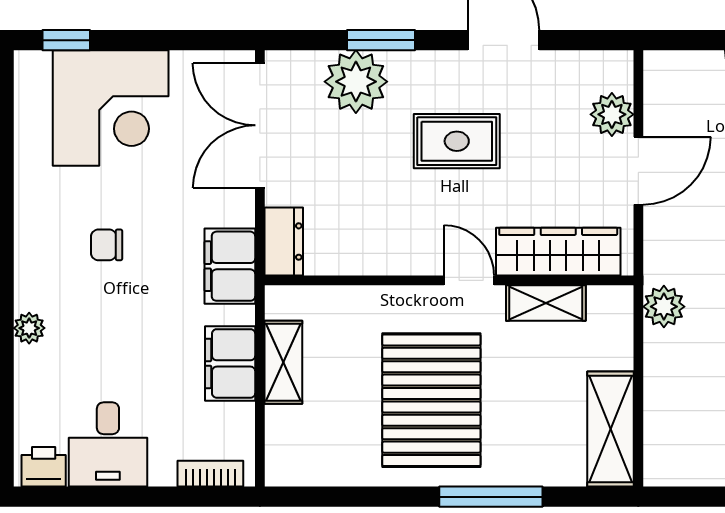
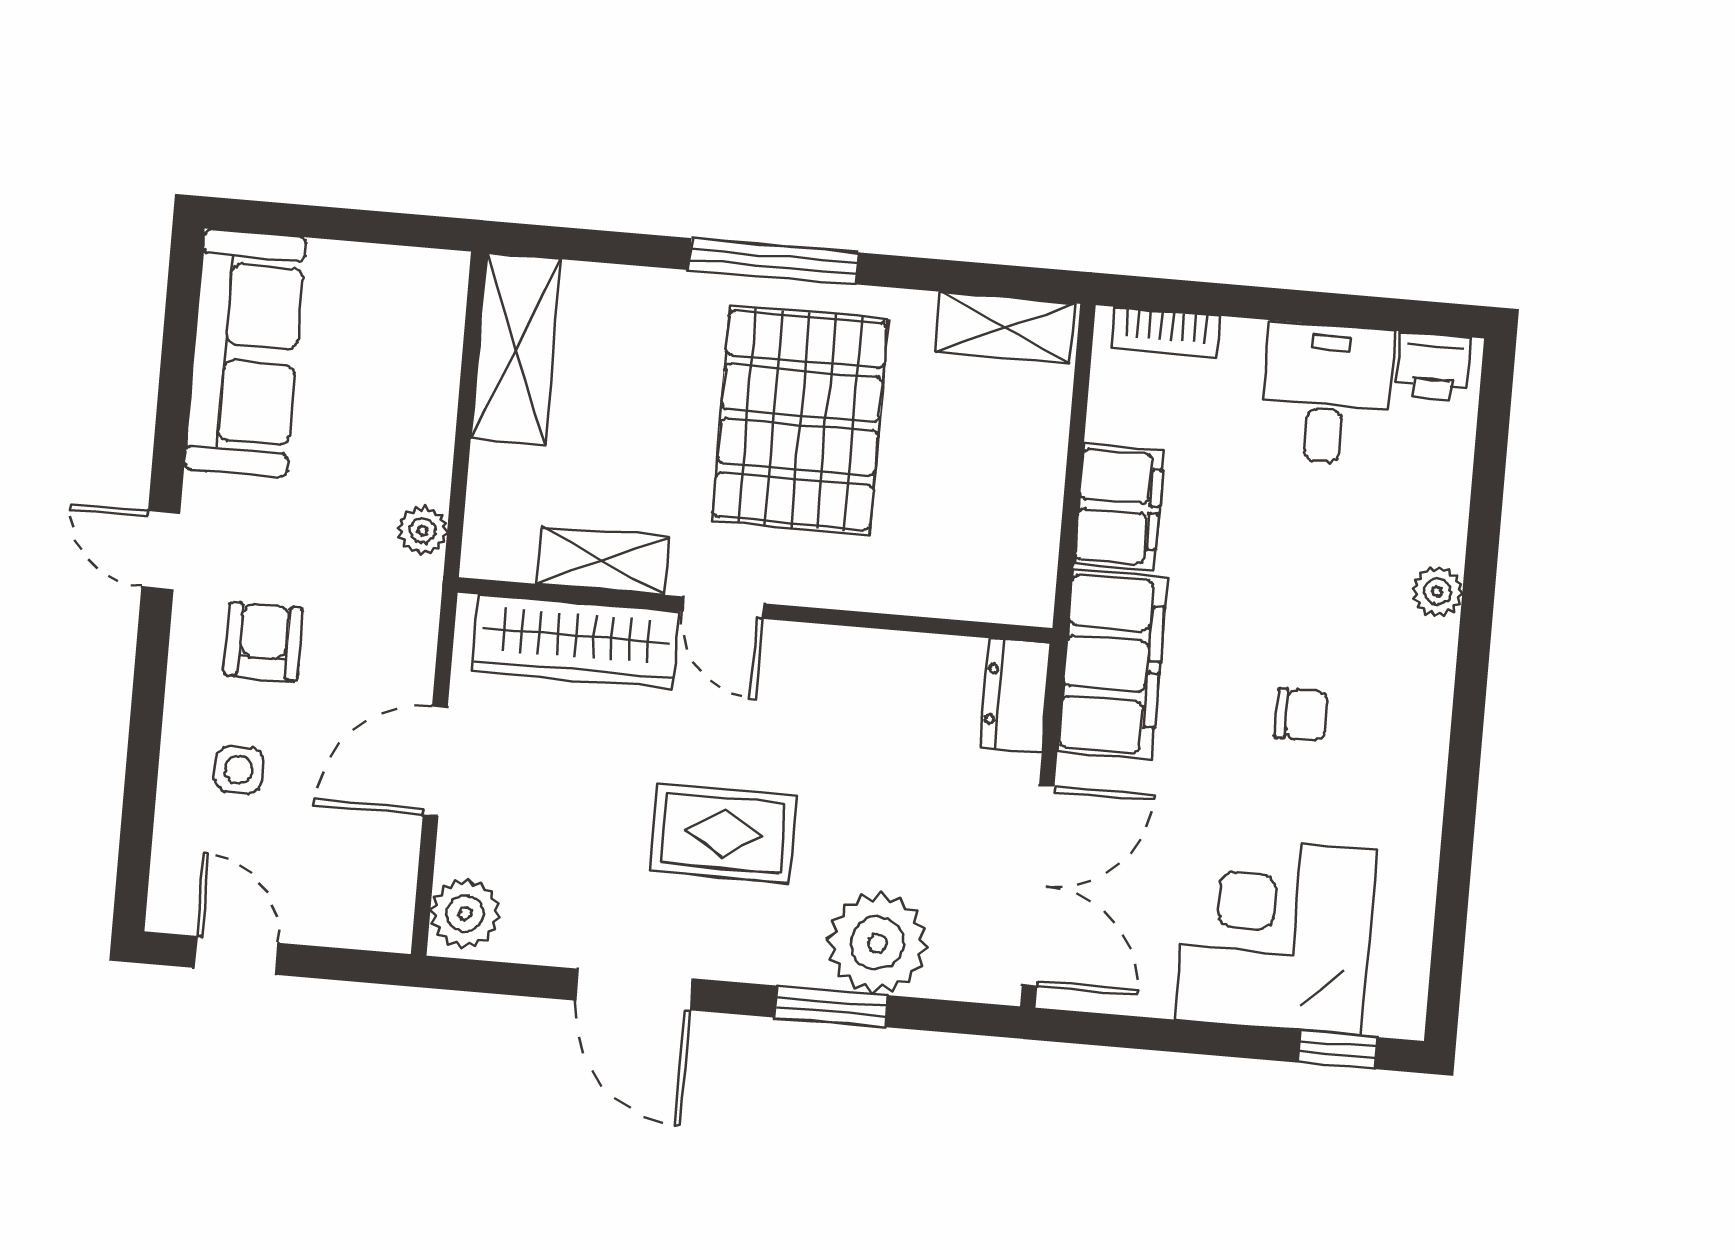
plant: (612, 114) -> (465, 913), moved
filing cabinet: (230, 266) -> (1112, 664), width x1.50, depth x1.17
plant: (664, 307) -> (423, 530), width x0.73, depth x0.73
shelving: (283, 362) -> (1005, 328), moved, turned 90
window: (491, 497) -> (774, 261), moved

